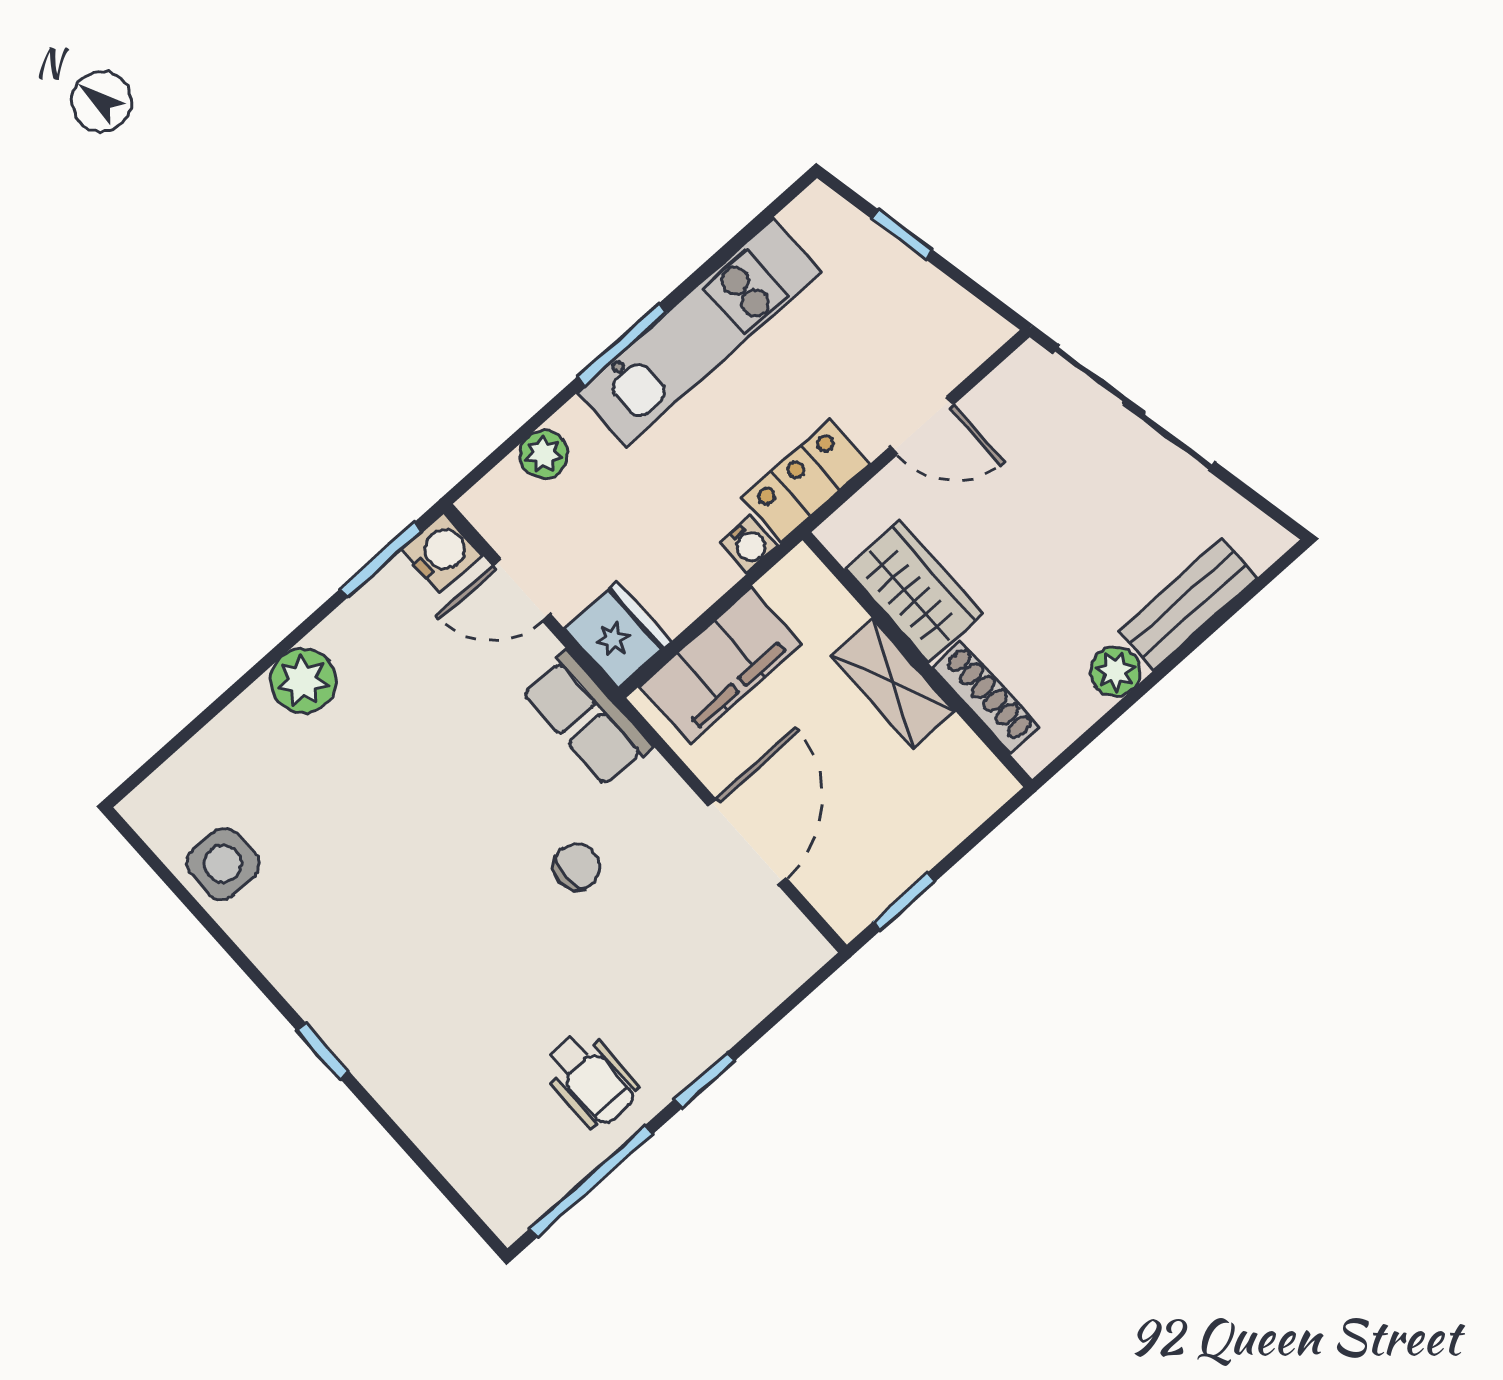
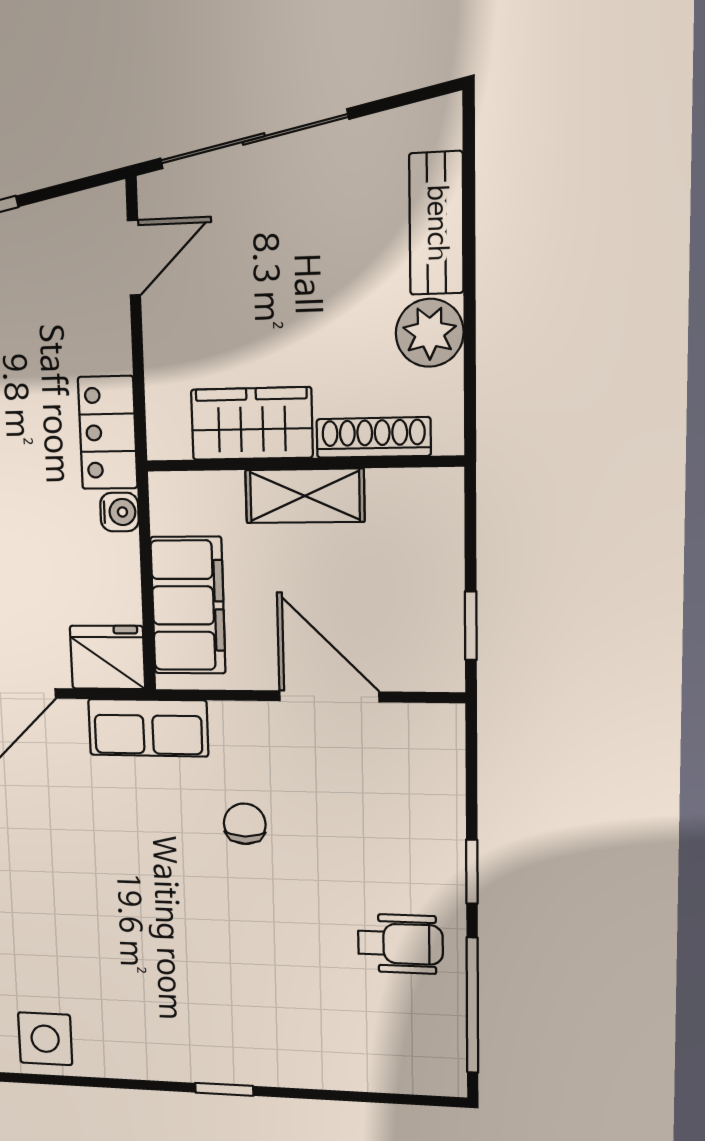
door: (922, 426) -> (134, 258), moved
plant: (1115, 671) -> (430, 333), width x1.38, depth x1.38

